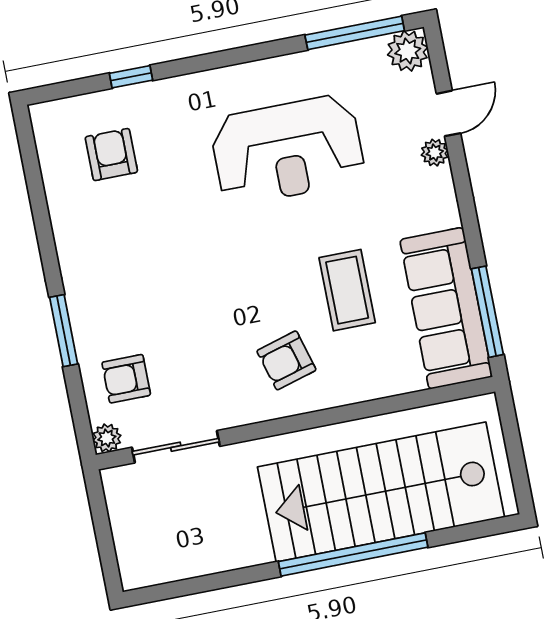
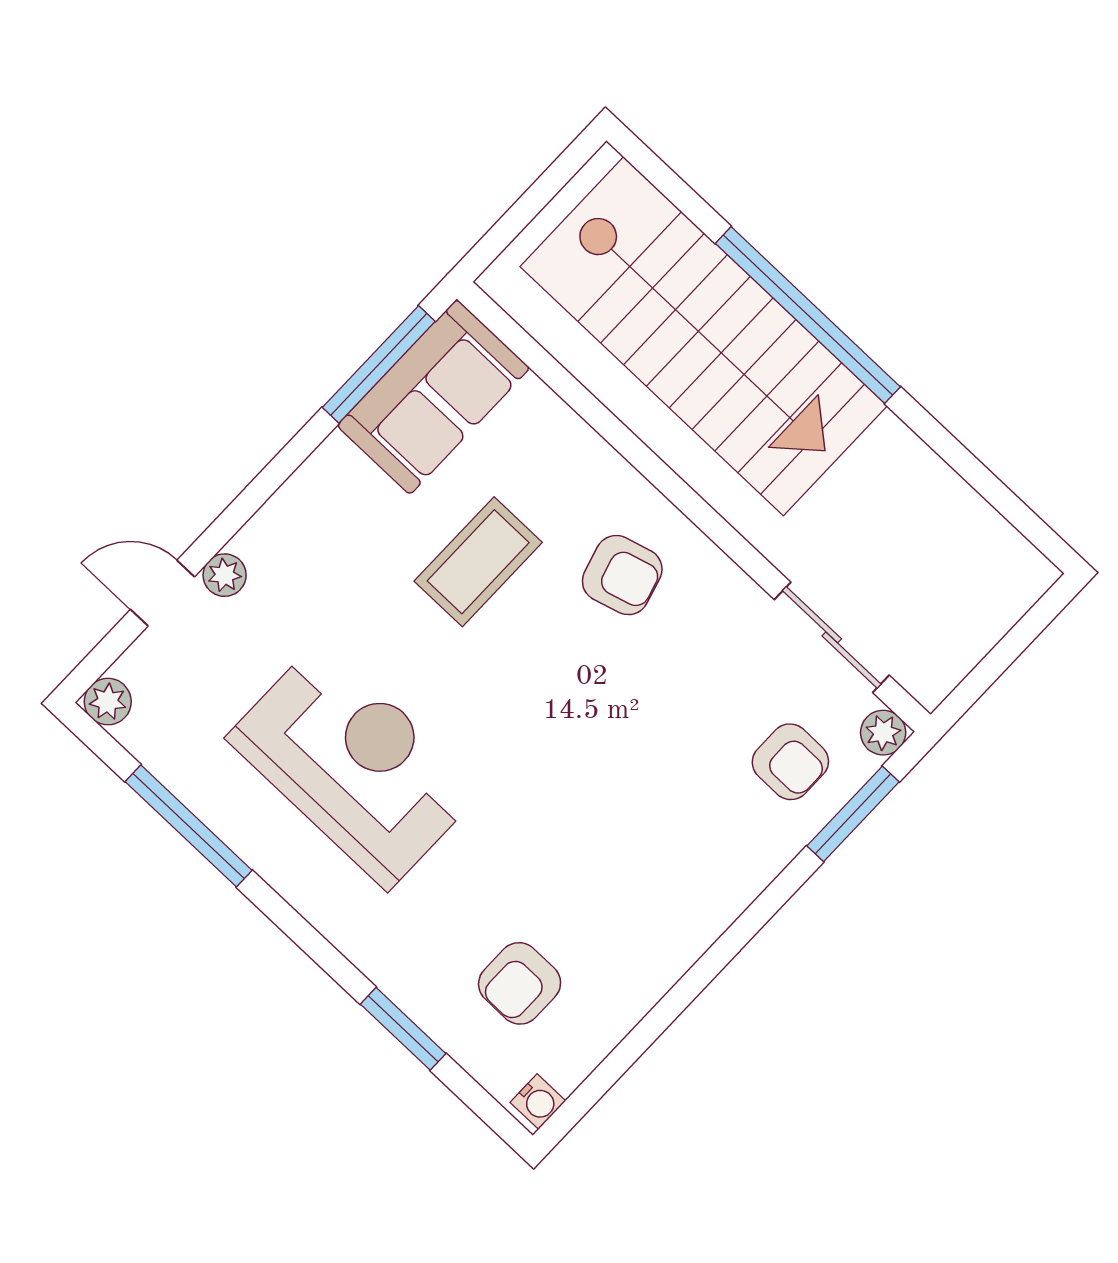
window: (355, 33) -> (189, 826), moved
plant: (408, 51) -> (108, 702), width x0.73, depth x0.73
window: (131, 77) -> (403, 1029), width x1.50
water cooler: (43, 120) -> (538, 1102), added
sofa: (446, 308) -> (433, 397), width x0.73
window: (64, 331) -> (853, 814), moved

